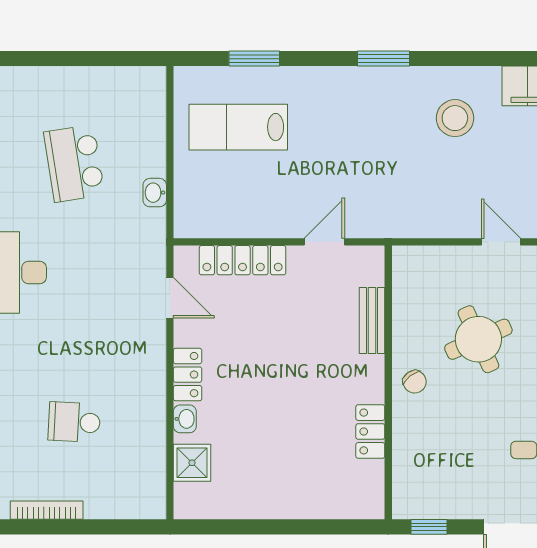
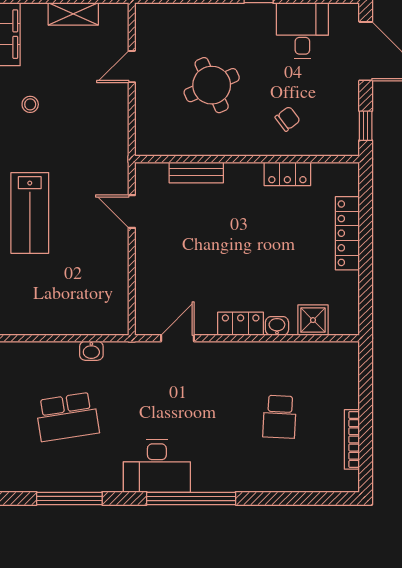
stool: (455, 118) -> (30, 104), width x0.53, depth x0.53
lab bench: (238, 127) -> (30, 213), moved
locker: (243, 260) -> (347, 233), moved, turned 180
chair: (415, 382) -> (288, 119), moved

